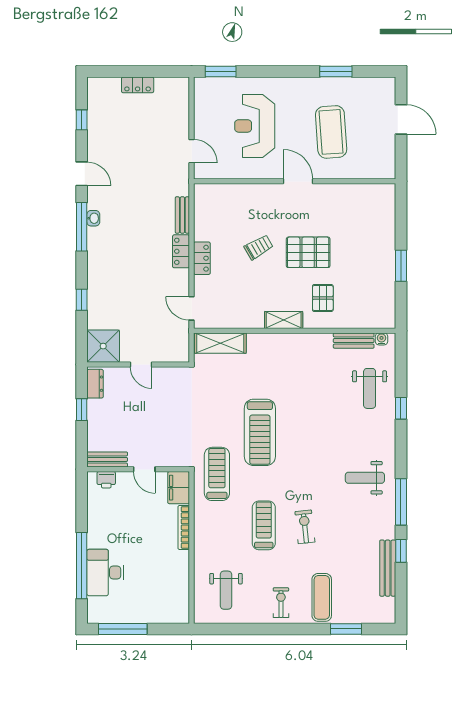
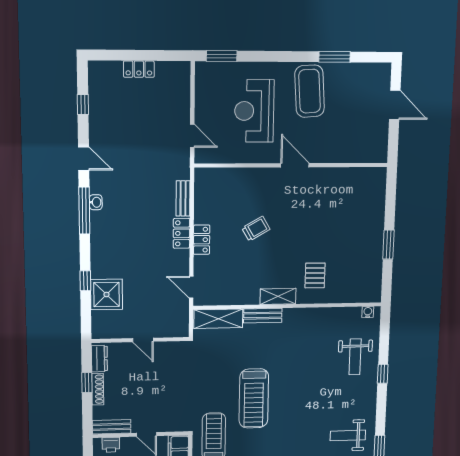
coffee table: (331, 132) -> (310, 91), moved
pallet: (308, 252) -> (303, 233), removed
bench: (354, 341) -> (263, 316), moved
shower: (103, 346) -> (106, 294), moved
shoe rack: (93, 417) -> (98, 389), added

